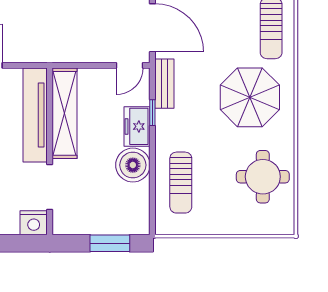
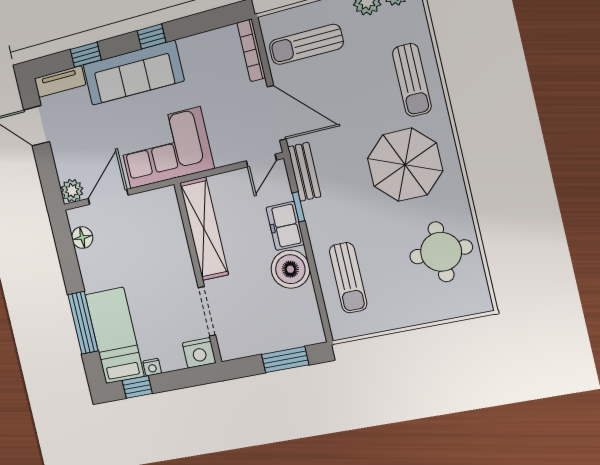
corner sofa: (46, 34) -> (165, 148), added
tv unit: (35, 115) -> (174, 237), removed

